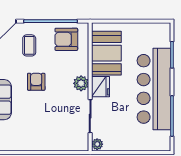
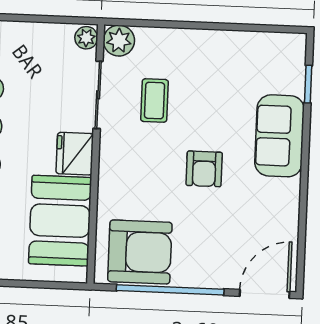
armchair: (66, 39) -> (140, 252), width x1.36, depth x1.36
coffee table: (29, 45) -> (155, 101), moved
plant: (81, 83) -> (119, 41), moved

